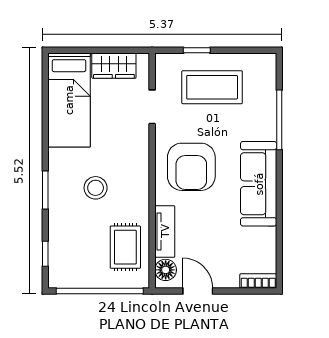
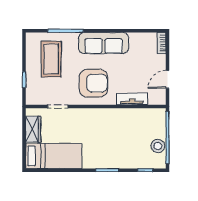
coffee table: (212, 87) -> (51, 59), moved
stool: (96, 188) -> (158, 146), moved
rug: (125, 247) -> (141, 122), removed
floor lamp: (166, 270) -> (155, 98), removed

